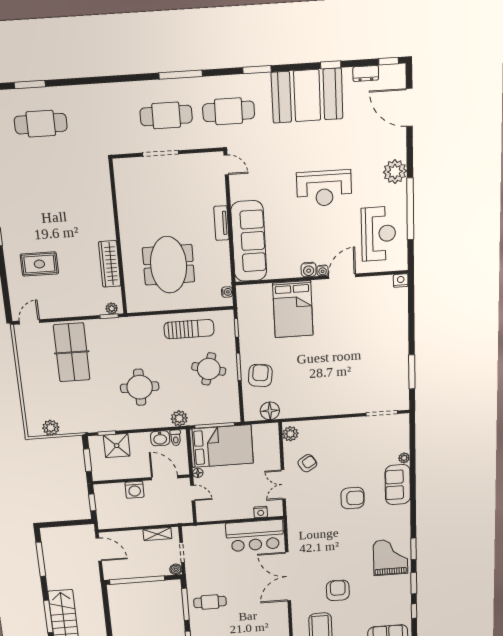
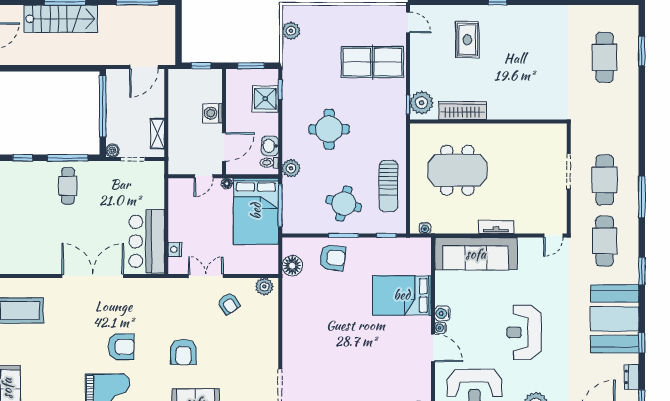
plant: (112, 308) -> (422, 103), width x1.88, depth x1.88
armchair: (338, 590) -> (121, 347), moved

